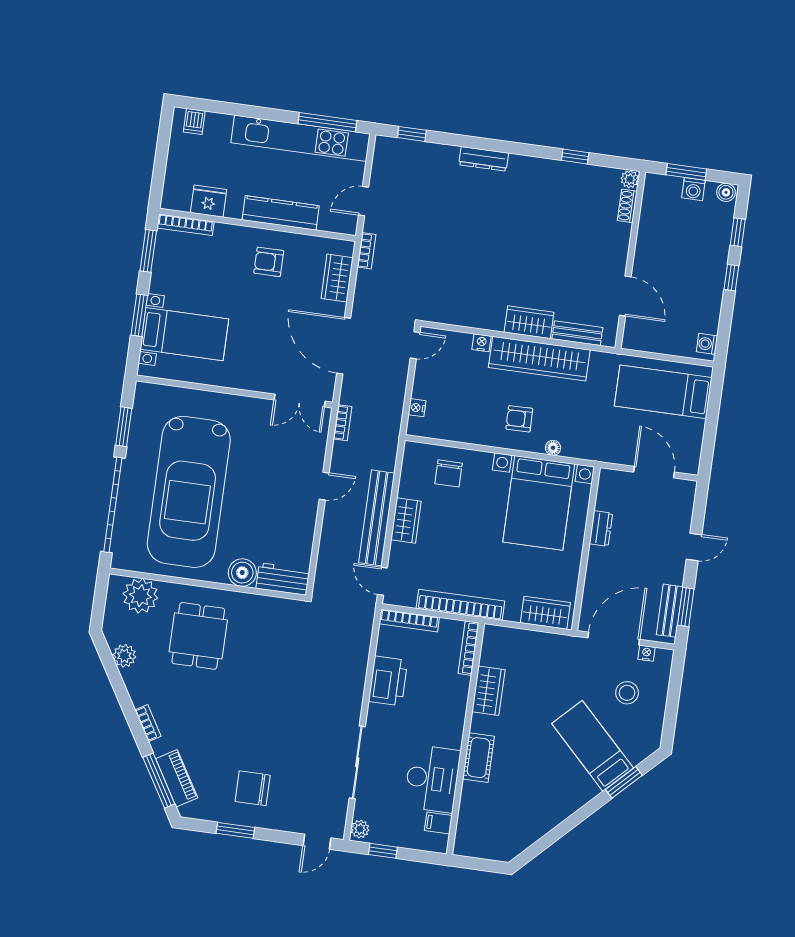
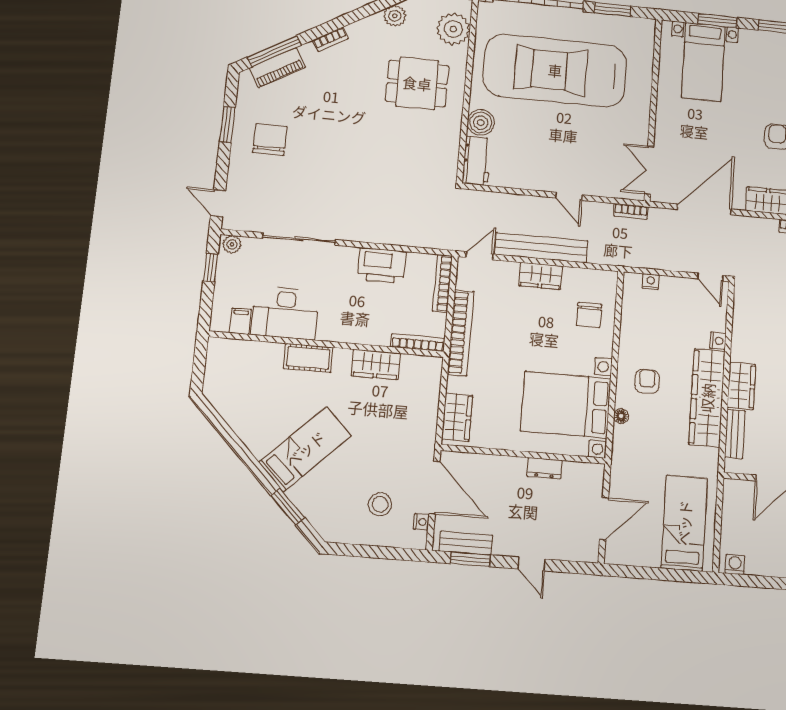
chair: (449, 473) -> (589, 315), turned -90
bed: (593, 746) -> (305, 449), moved

